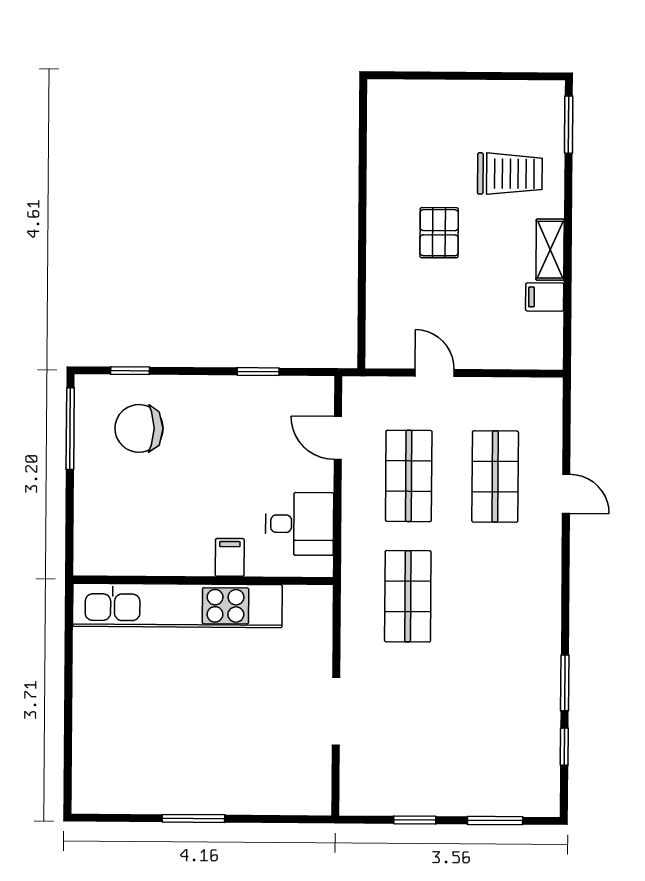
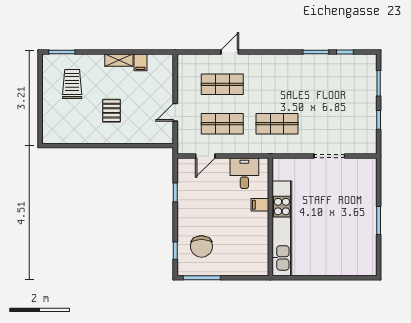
trolley: (510, 174) -> (72, 84), moved
pallet: (439, 233) -> (112, 111), turned 90

